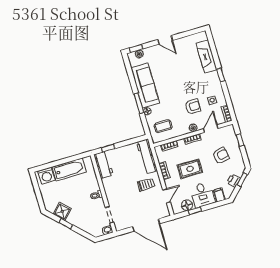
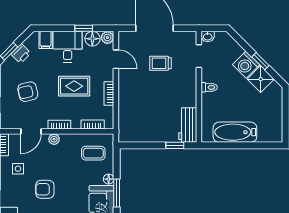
armchair: (193, 106) -> (45, 189), moved
workbench: (147, 156) -> (127, 119), removed
washing machine: (46, 176) -> (246, 65), moved, turned -135
trolley: (146, 185) -> (161, 63), moved
door: (166, 196) -> (116, 59), swing flipped
plant: (177, 209) -> (107, 38), added

